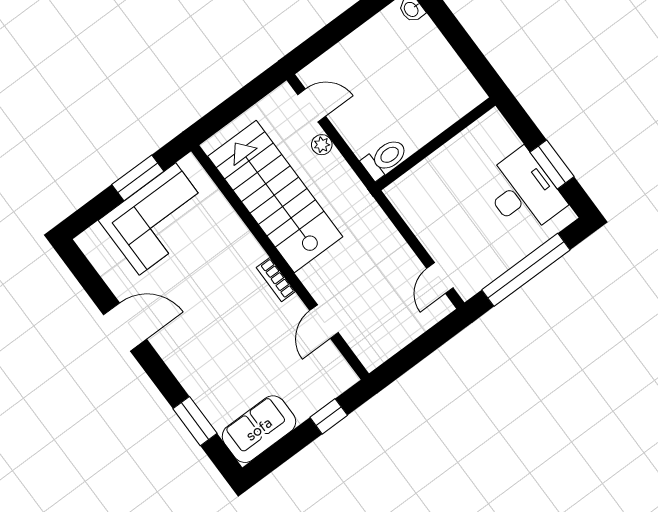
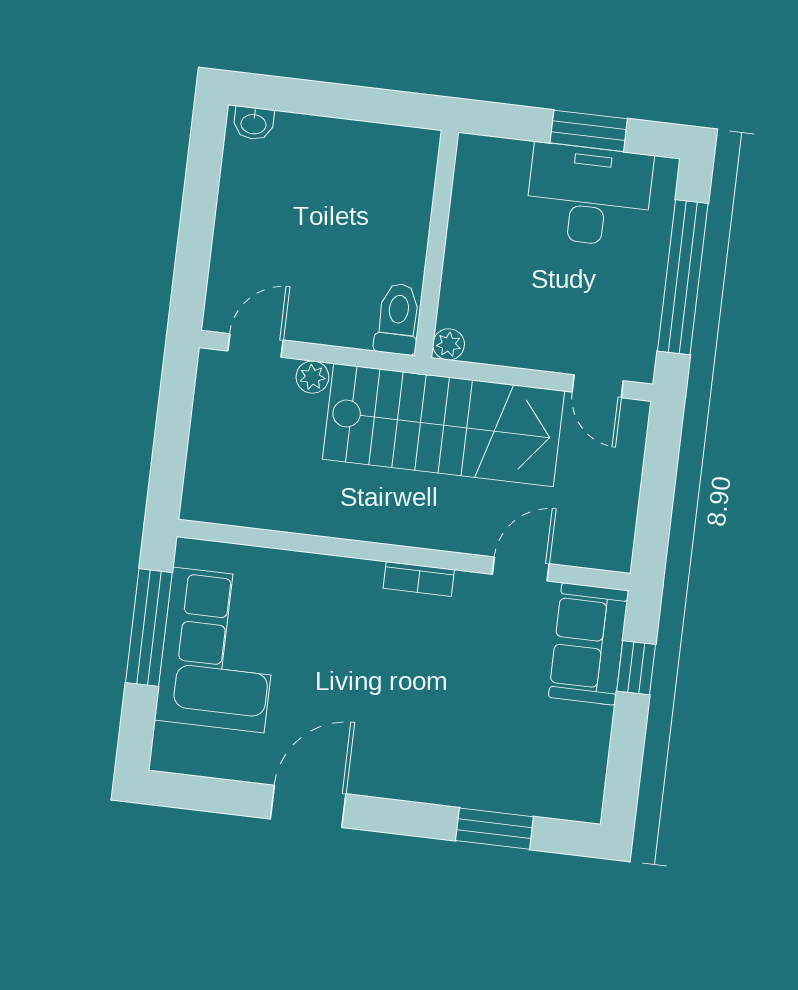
window: (138, 178) -> (149, 628), width x1.44
plant: (395, 192) -> (449, 344), added
stairs: (275, 197) -> (444, 425), moved, turned 180
door: (324, 322) -> (521, 569), swing flipped
sofa: (259, 429) -> (589, 644), moved

